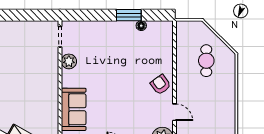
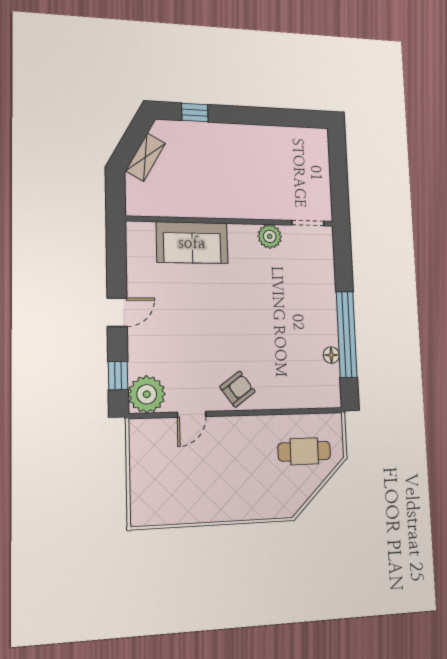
window: (129, 15) -> (347, 334), width x2.11
cafe table: (206, 61) -> (304, 451), moved

